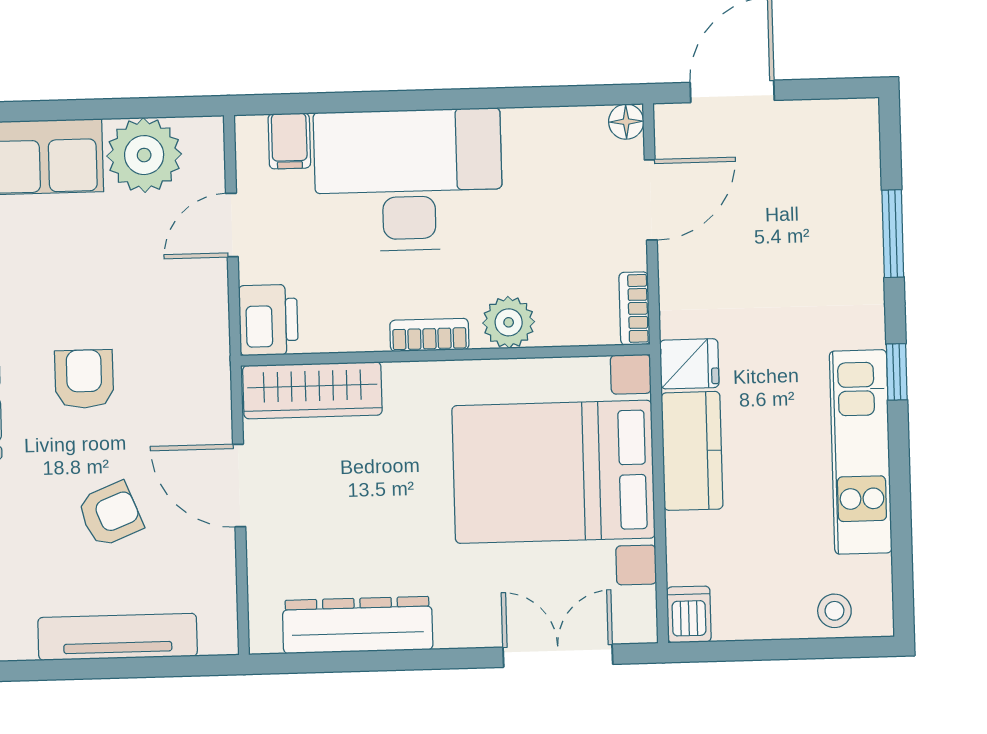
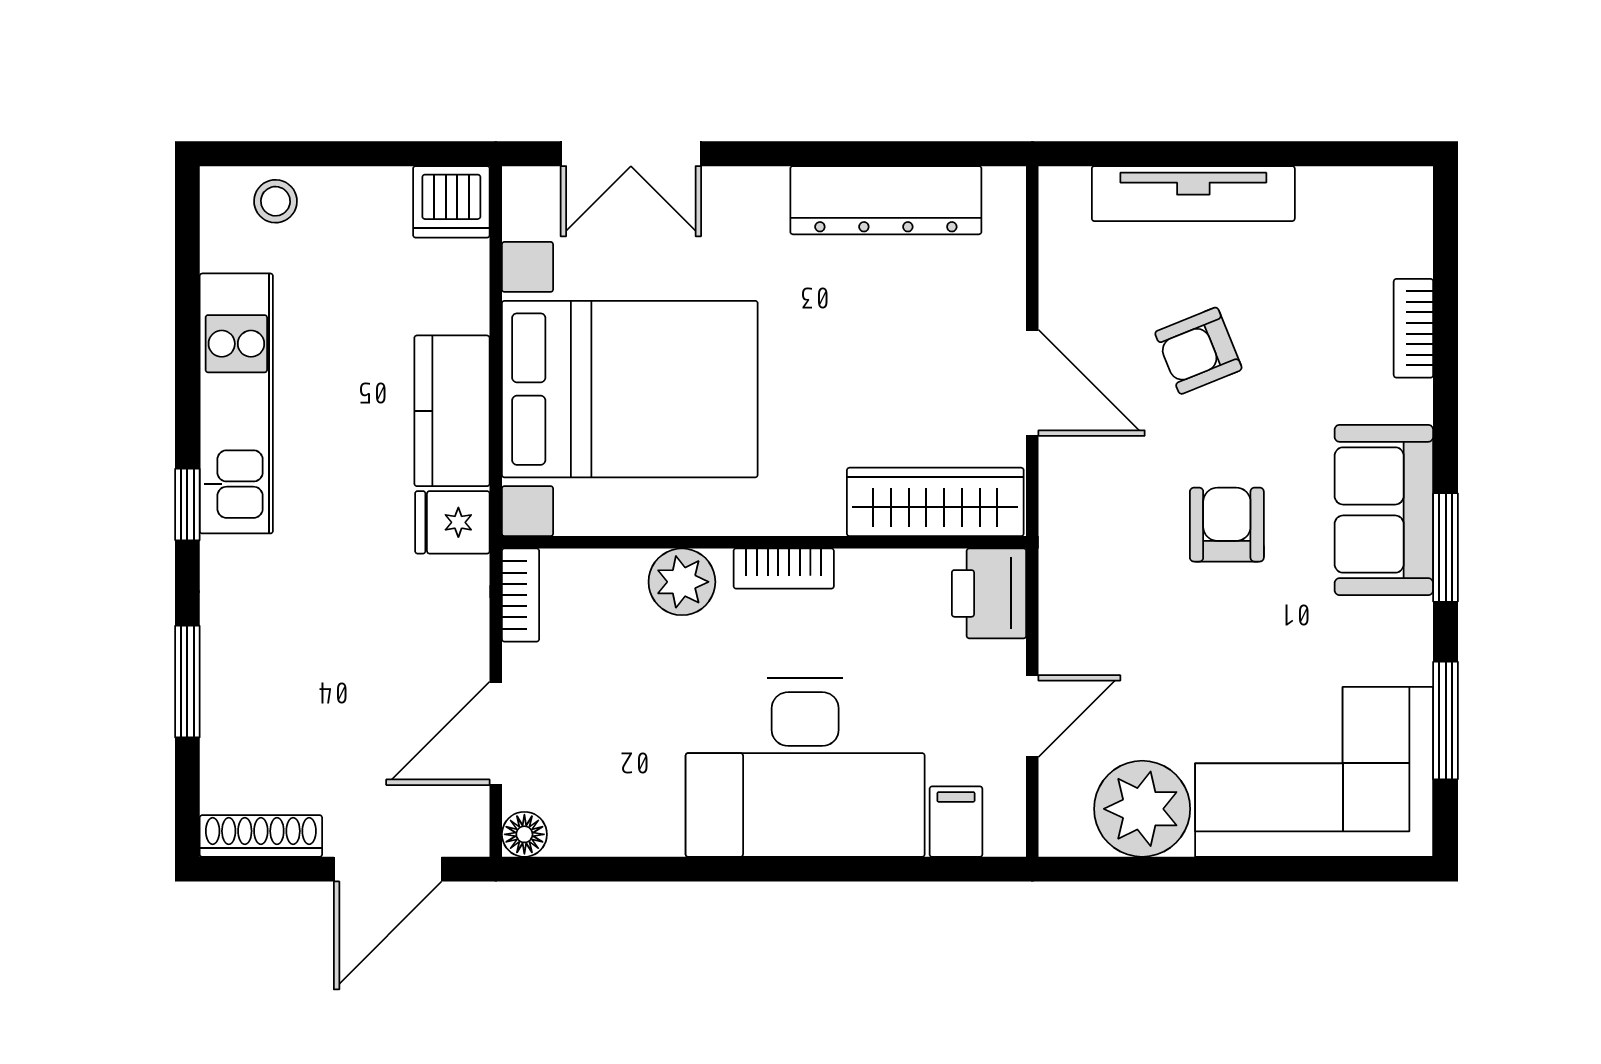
shoe rack: (832, 115) -> (261, 836), added
armchair: (84, 379) -> (1227, 525), turned 180
dishwasher: (689, 614) -> (451, 202), width x1.38

